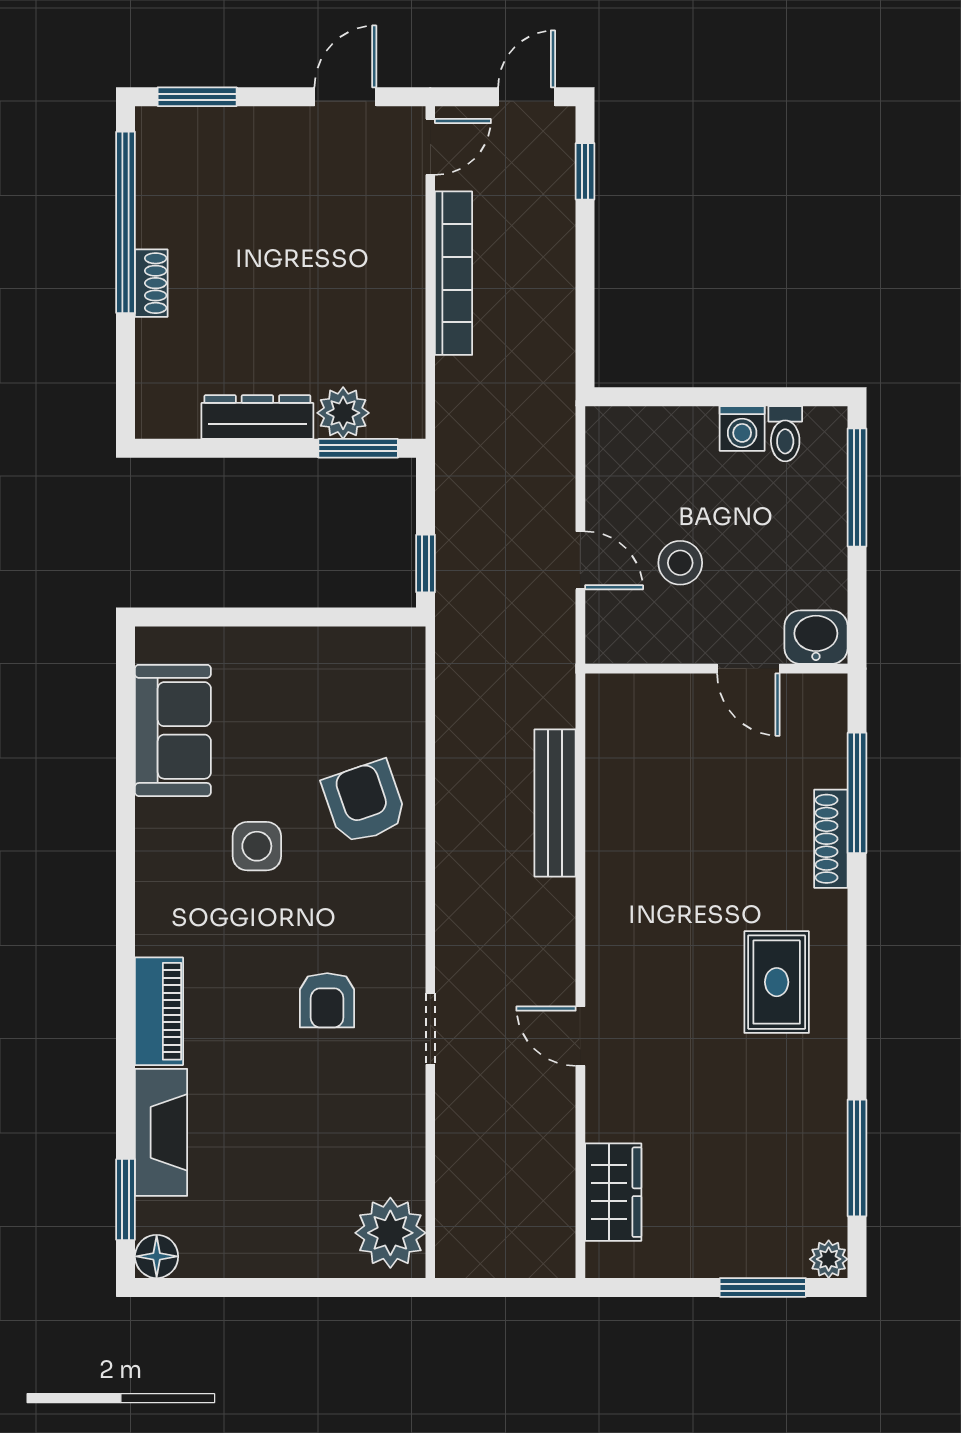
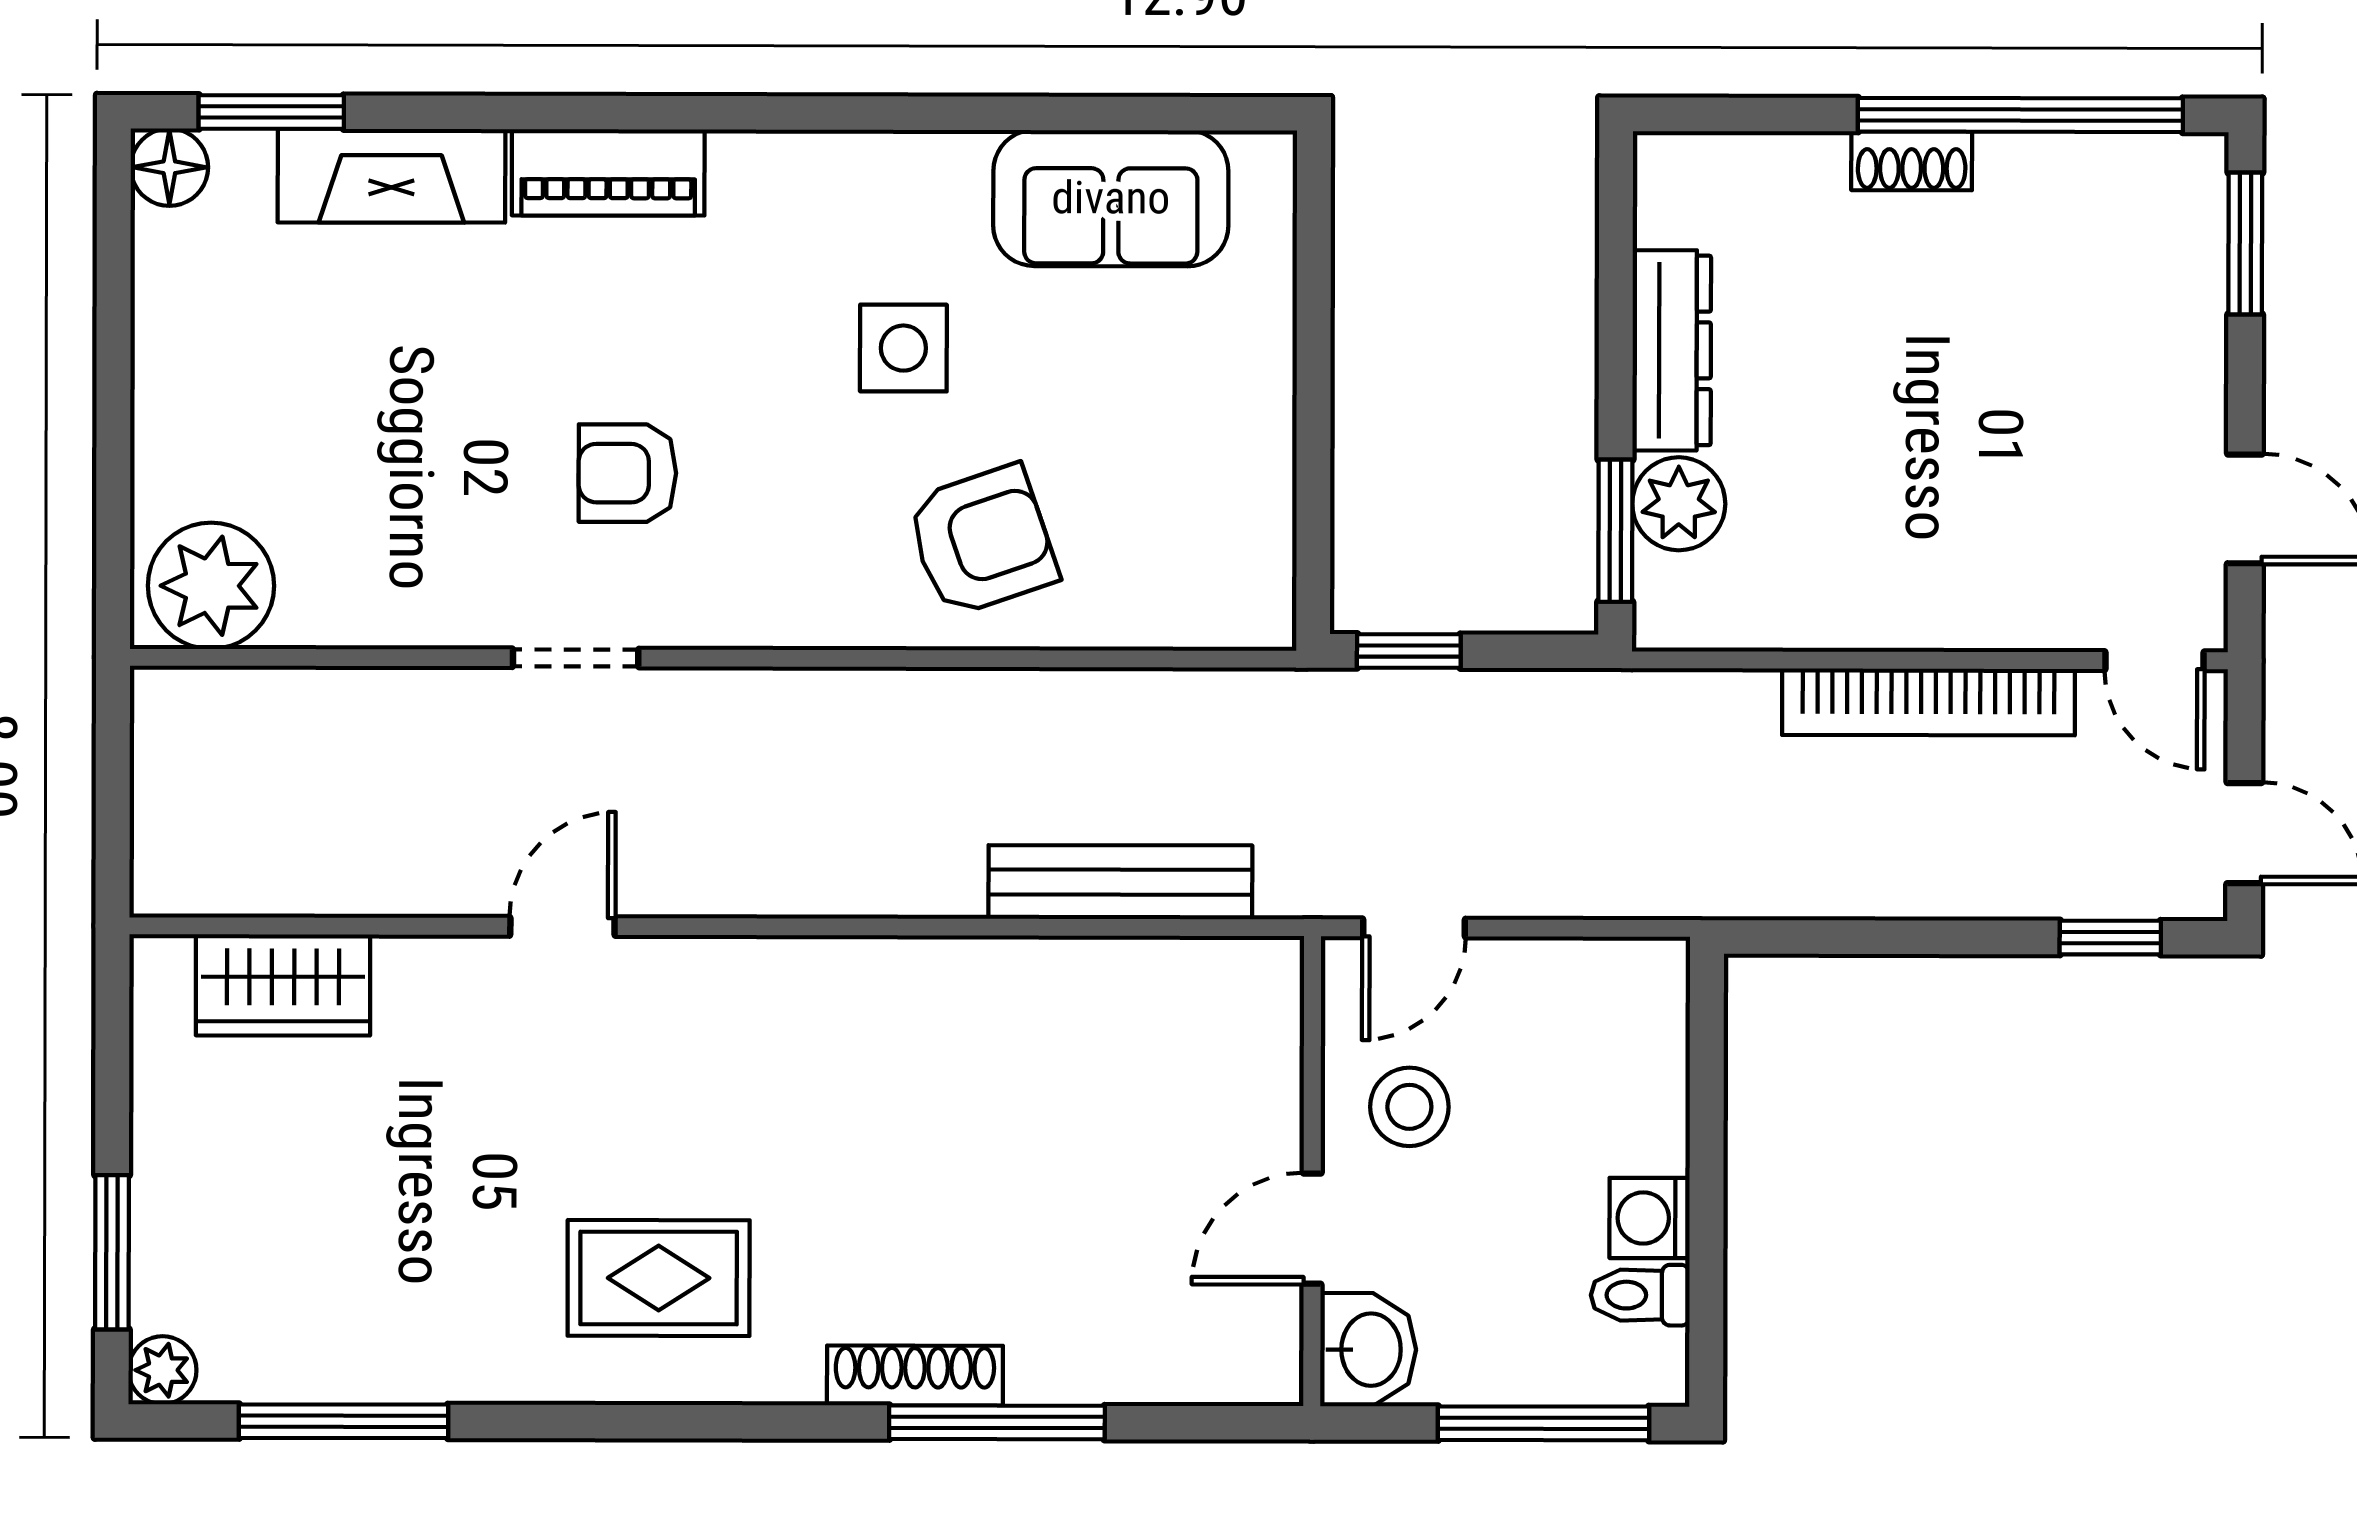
washbasin: (816, 637) -> (1368, 1350), moved
wall: (716, 669) -> (1312, 1171), moved
door: (748, 669) -> (1312, 1229), moved
bench: (555, 803) -> (1120, 882), moved

